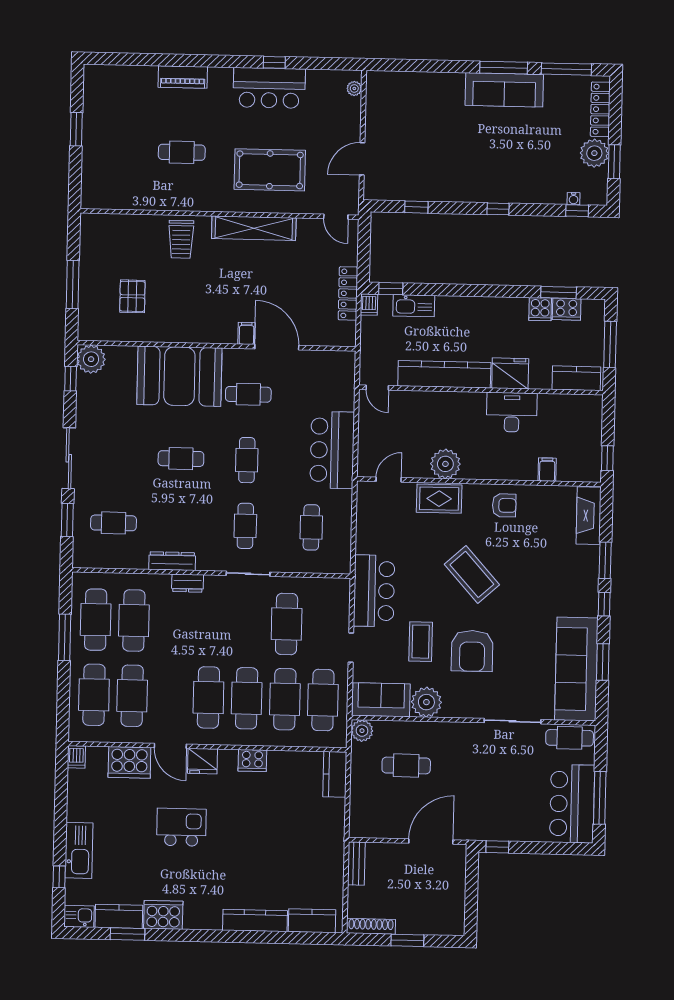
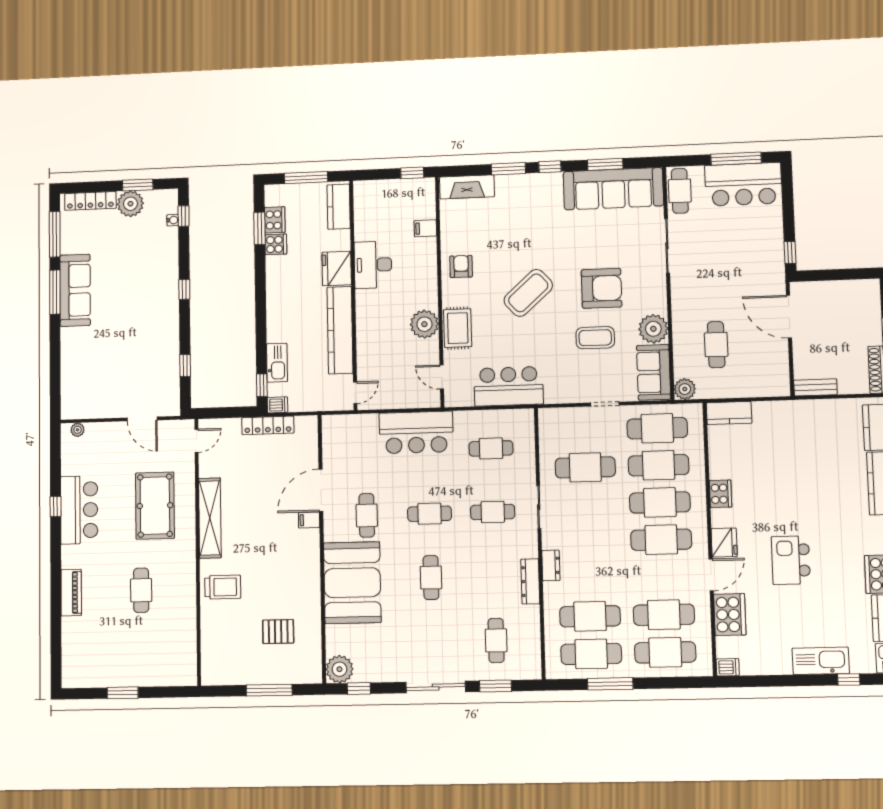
bar counter: (374, 591) -> (509, 386), moved

